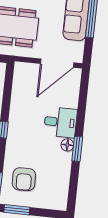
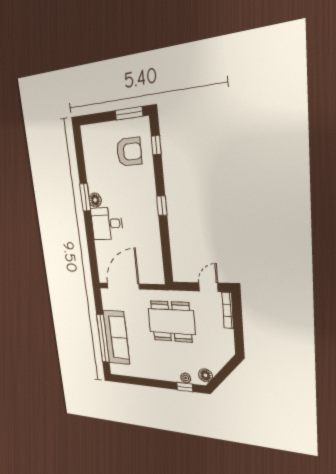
armchair: (24, 179) -> (129, 152), turned 92

